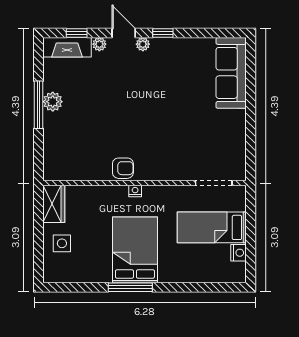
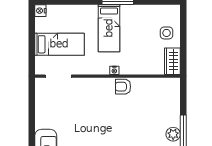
bed: (135, 250) -> (109, 28), width x0.67
nightstand: (239, 253) -> (40, 11), moved

